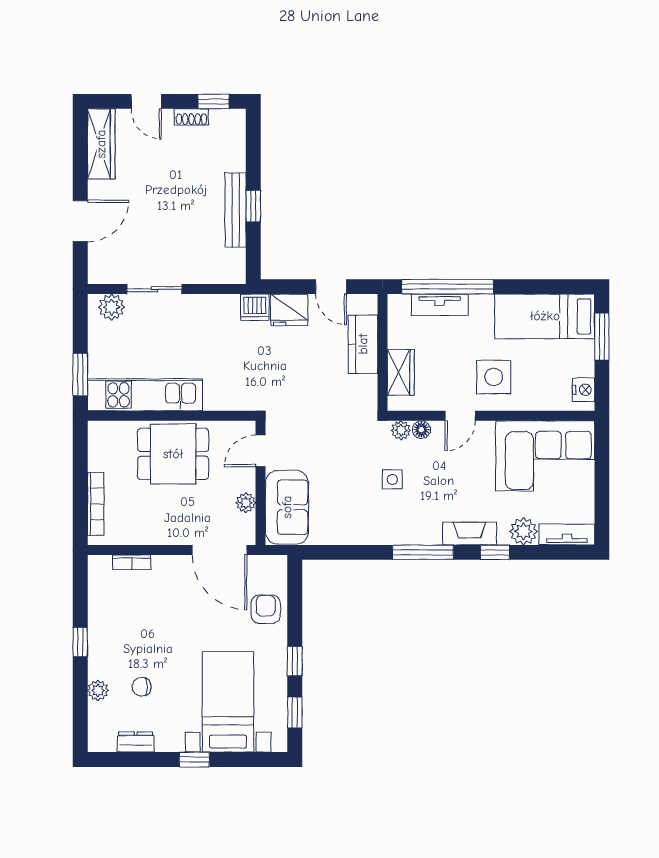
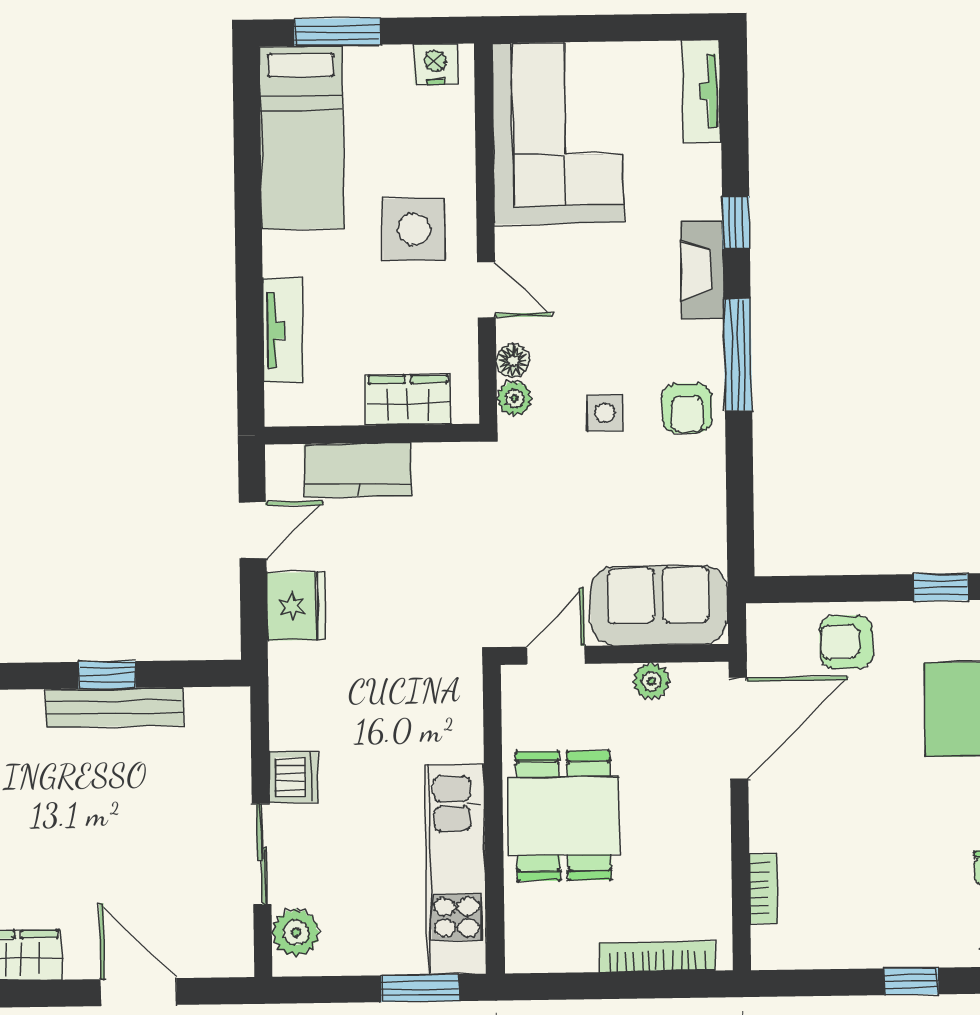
window: (448, 287) -> (250, 316), removed
dishwasher: (255, 307) -> (294, 777), moved
door: (261, 451) -> (556, 655), swing flipped
armchair: (394, 524) -> (687, 408), added
plant: (523, 531) -> (697, 171), removed

